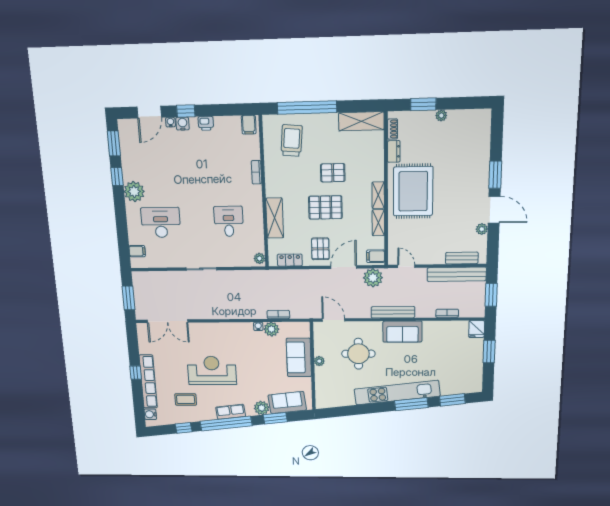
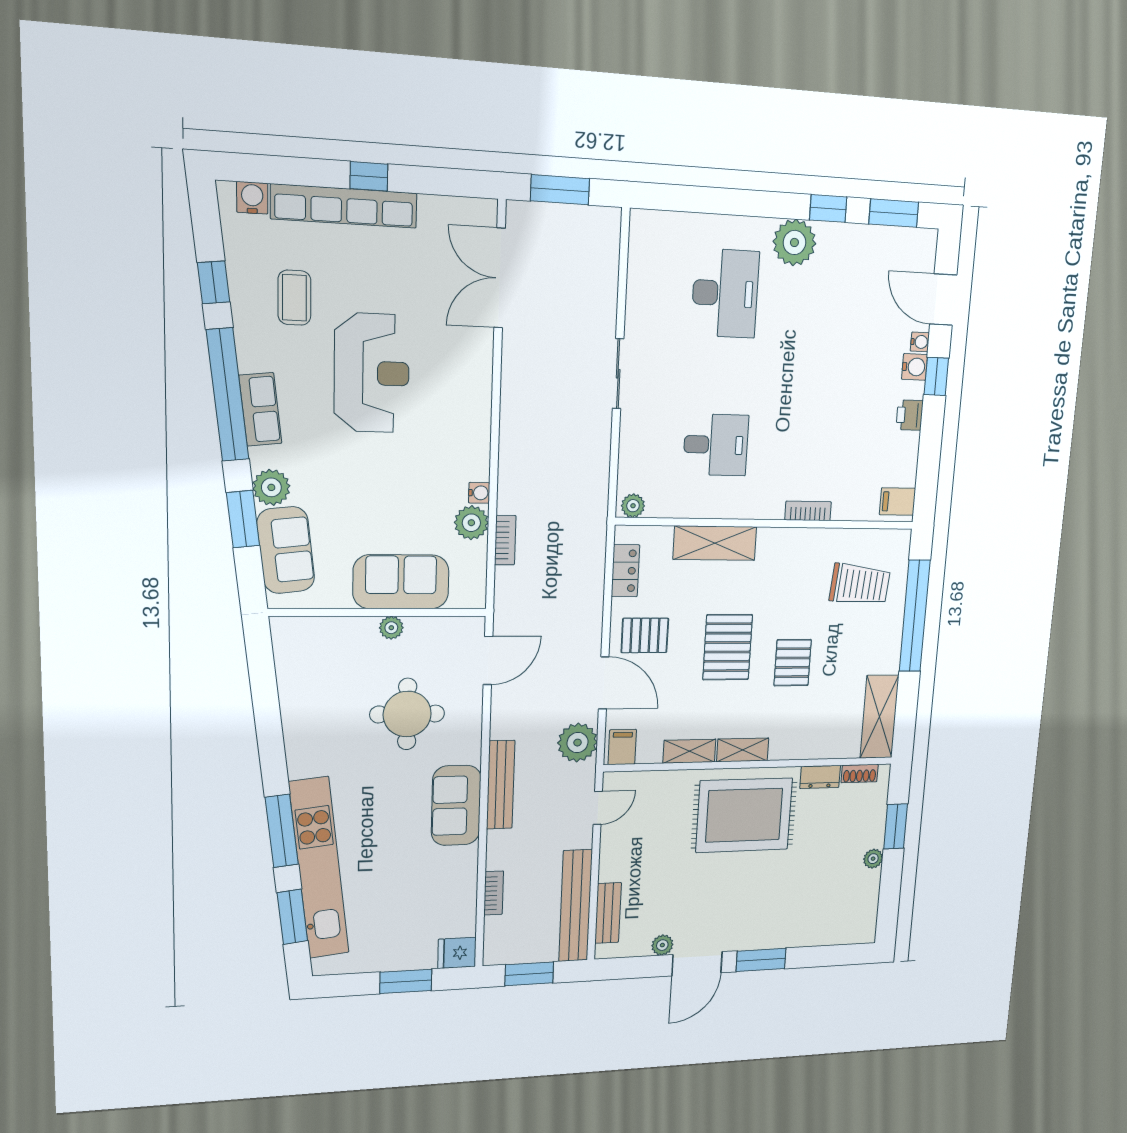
filing cabinet: (137, 251) -> (667, 229), removed
kitchen unit: (397, 393) -> (319, 868), moved

